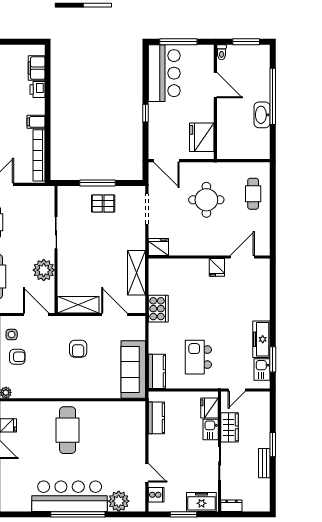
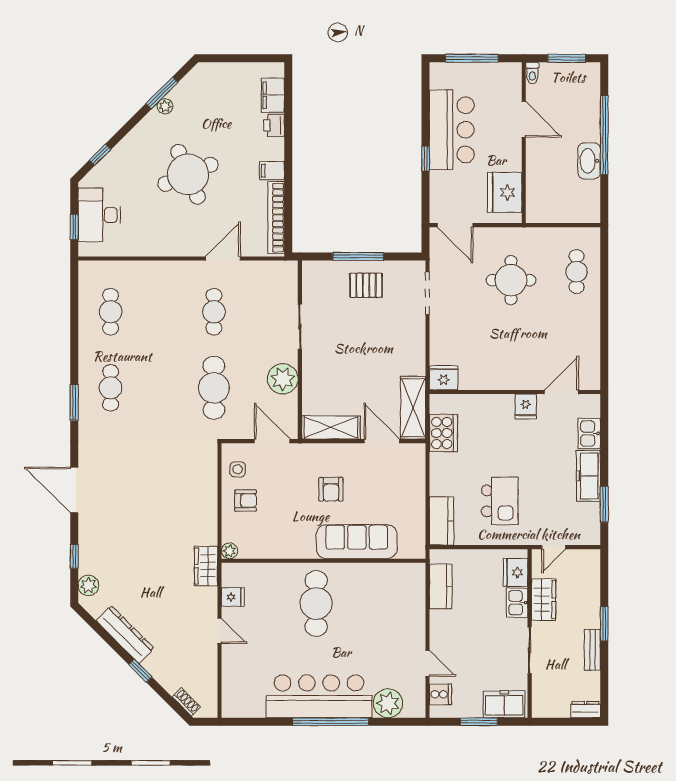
bar counter: (164, 73) -> (452, 130), moved
fridge: (158, 247) -> (444, 378), moved
wall: (209, 257) -> (515, 392), moved
door: (242, 257) -> (561, 392), moved
fridge: (217, 267) -> (526, 406), moved
shelving: (137, 273) -> (413, 408), moved
kitchen island: (198, 357) -> (500, 501), turned 180
sofa: (133, 370) -> (357, 542), moved, turned 90
kitchen sink: (262, 370) -> (589, 433), moved
dresser: (231, 506) -> (586, 710), moved

